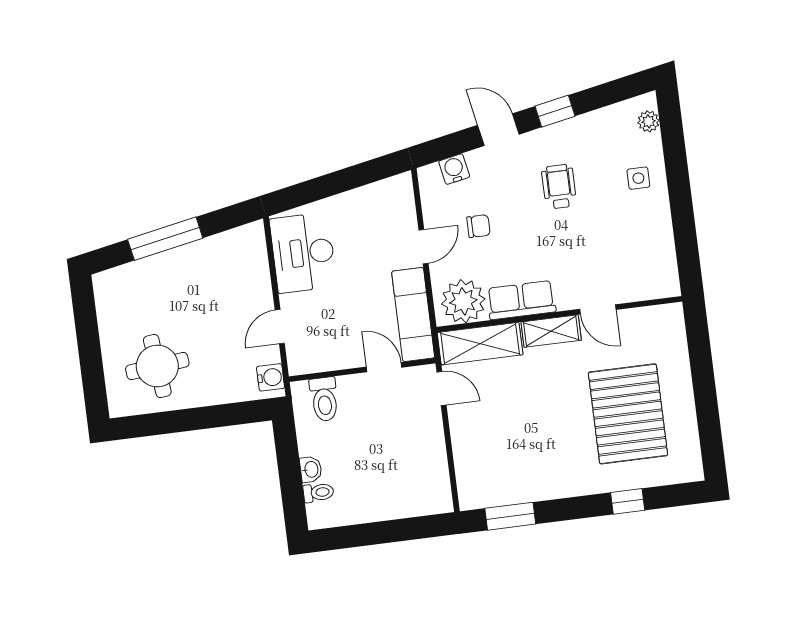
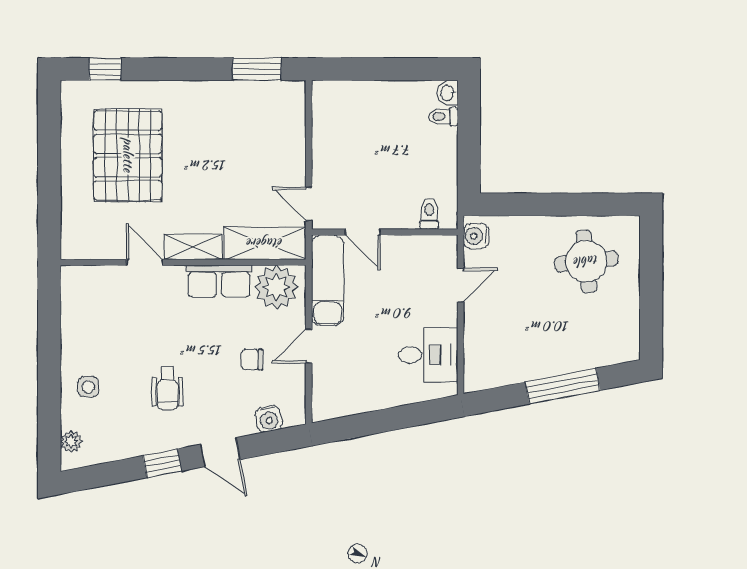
desk: (303, 253) -> (428, 355), width x0.73
toilet: (324, 399) -> (429, 214), width x0.73, depth x0.72
washbasin: (311, 469) -> (448, 93), moved
window: (628, 501) -> (105, 69), moved

